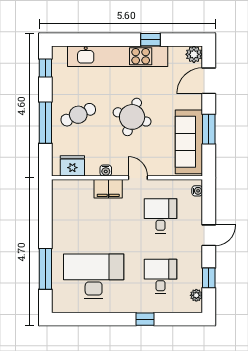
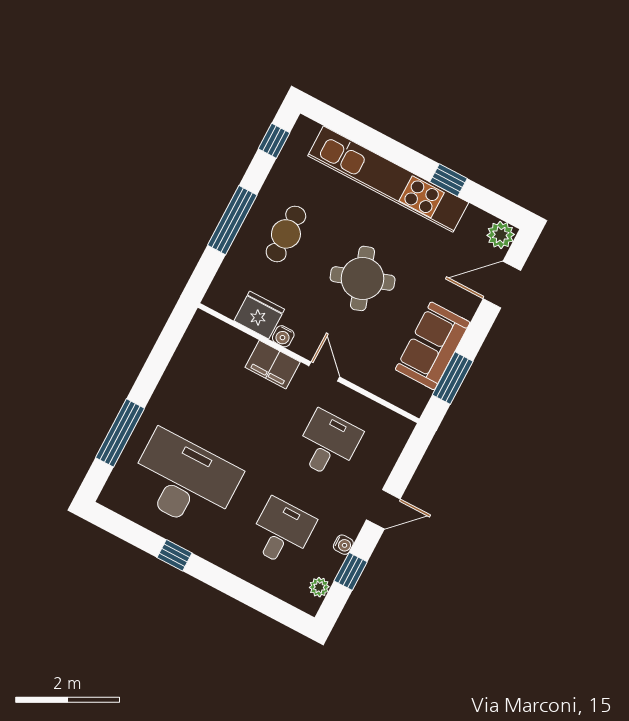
cafe table: (78, 115) -> (286, 234), turned -65
round table: (132, 117) -> (363, 278), turned -37
window: (209, 129) -> (453, 378), moved
sofa: (189, 142) -> (433, 346), width x0.73
fridge: (72, 166) -> (259, 315), moved
water cooler: (197, 191) -> (343, 545), moved
window: (145, 319) -> (174, 555), moved

